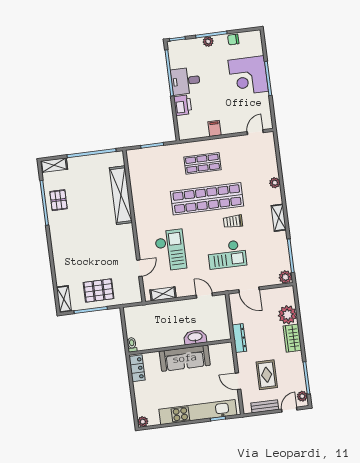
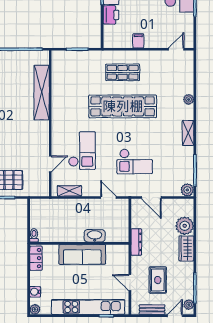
trolley: (233, 221) -> (144, 131), removed
water cooler: (141, 403) -> (35, 292), added

